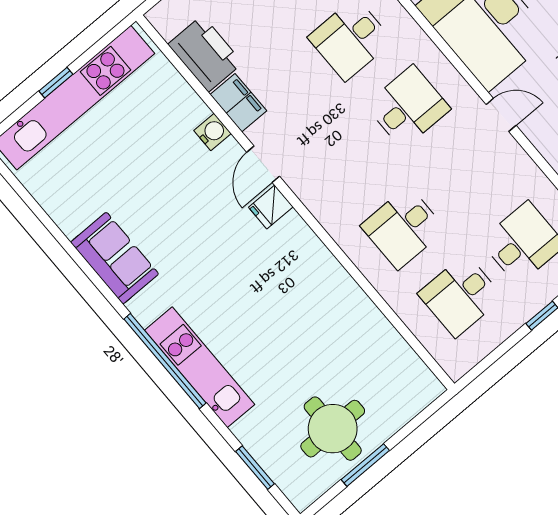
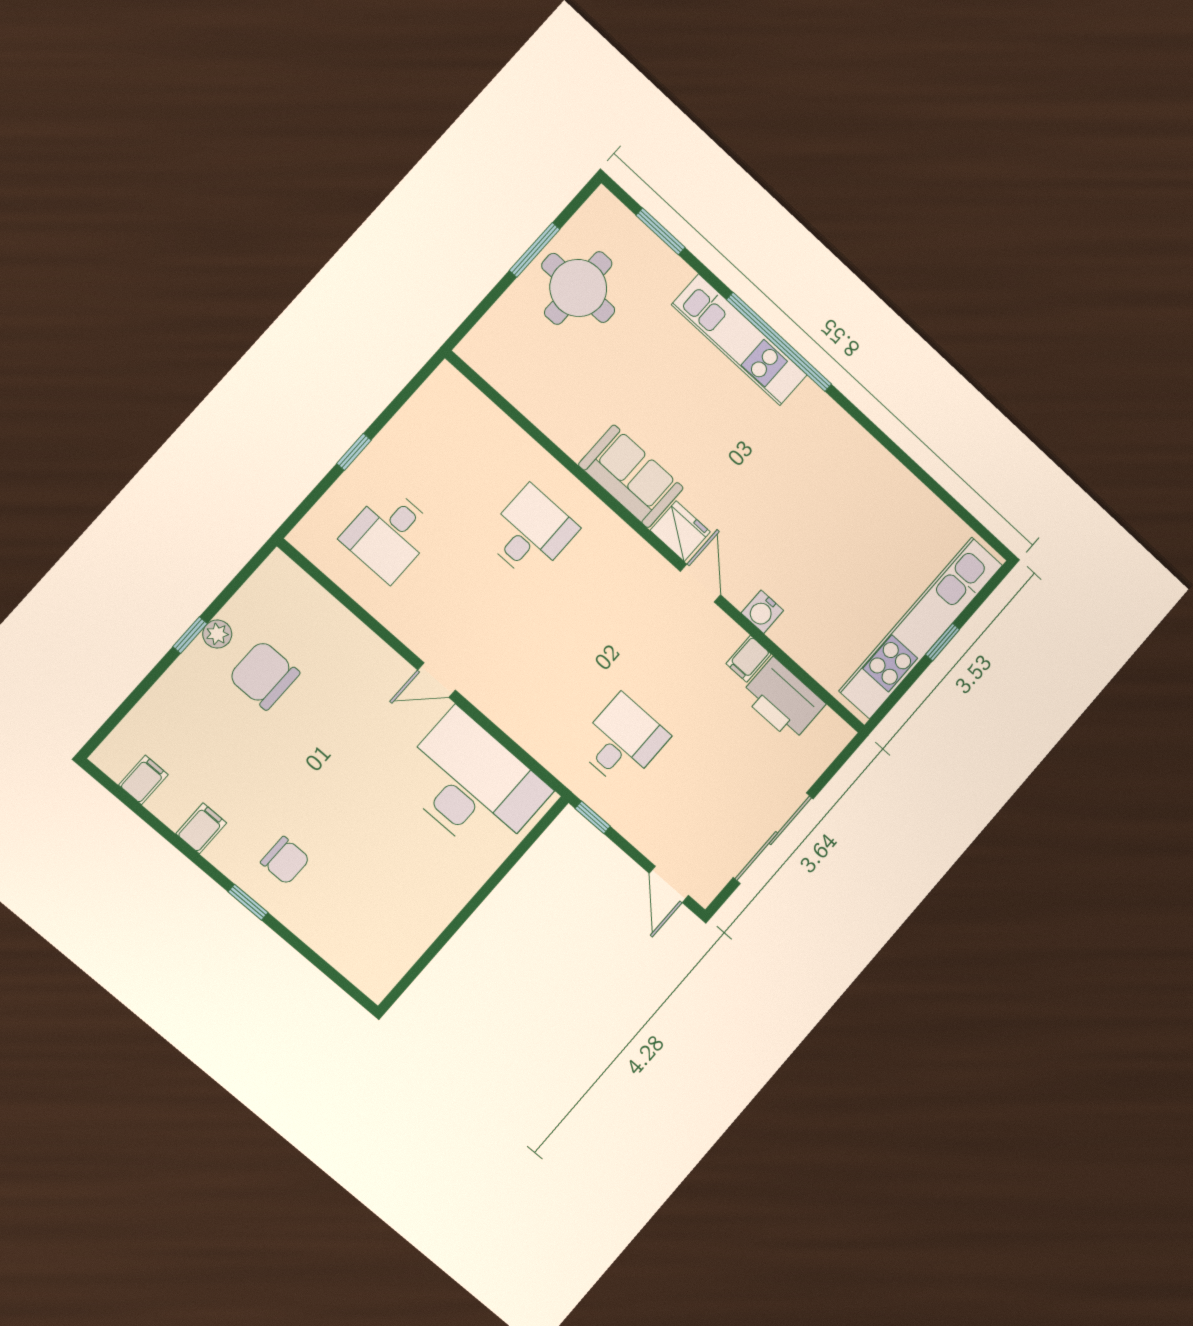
filing cabinet: (238, 103) -> (749, 659), width x0.50
desk: (408, 107) -> (545, 673), removed
fridge: (271, 207) -> (680, 531), width x1.38
sofa: (115, 258) -> (631, 476), moved, turned 180
desk: (461, 296) -> (453, 463), removed

